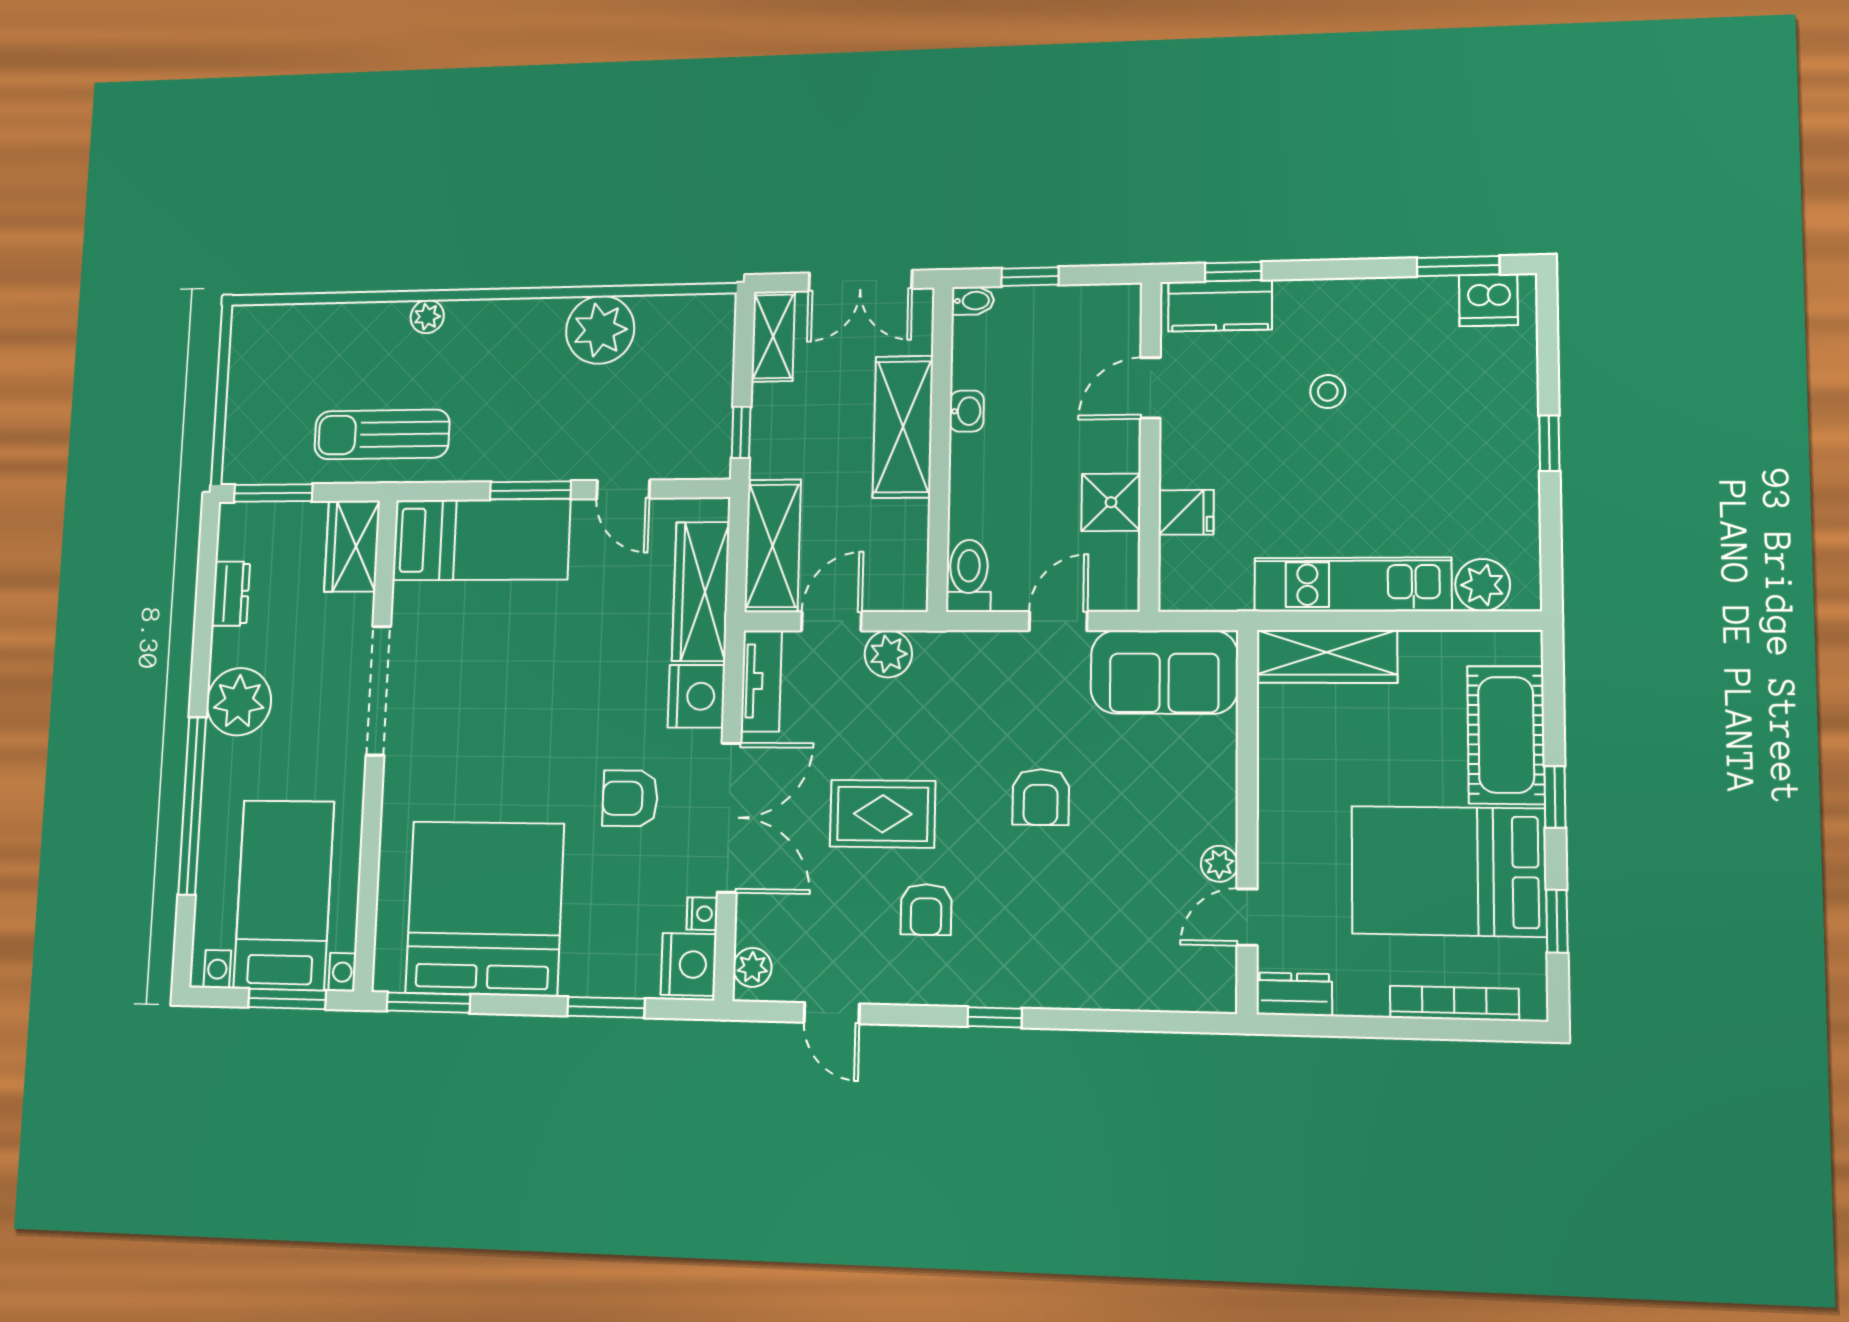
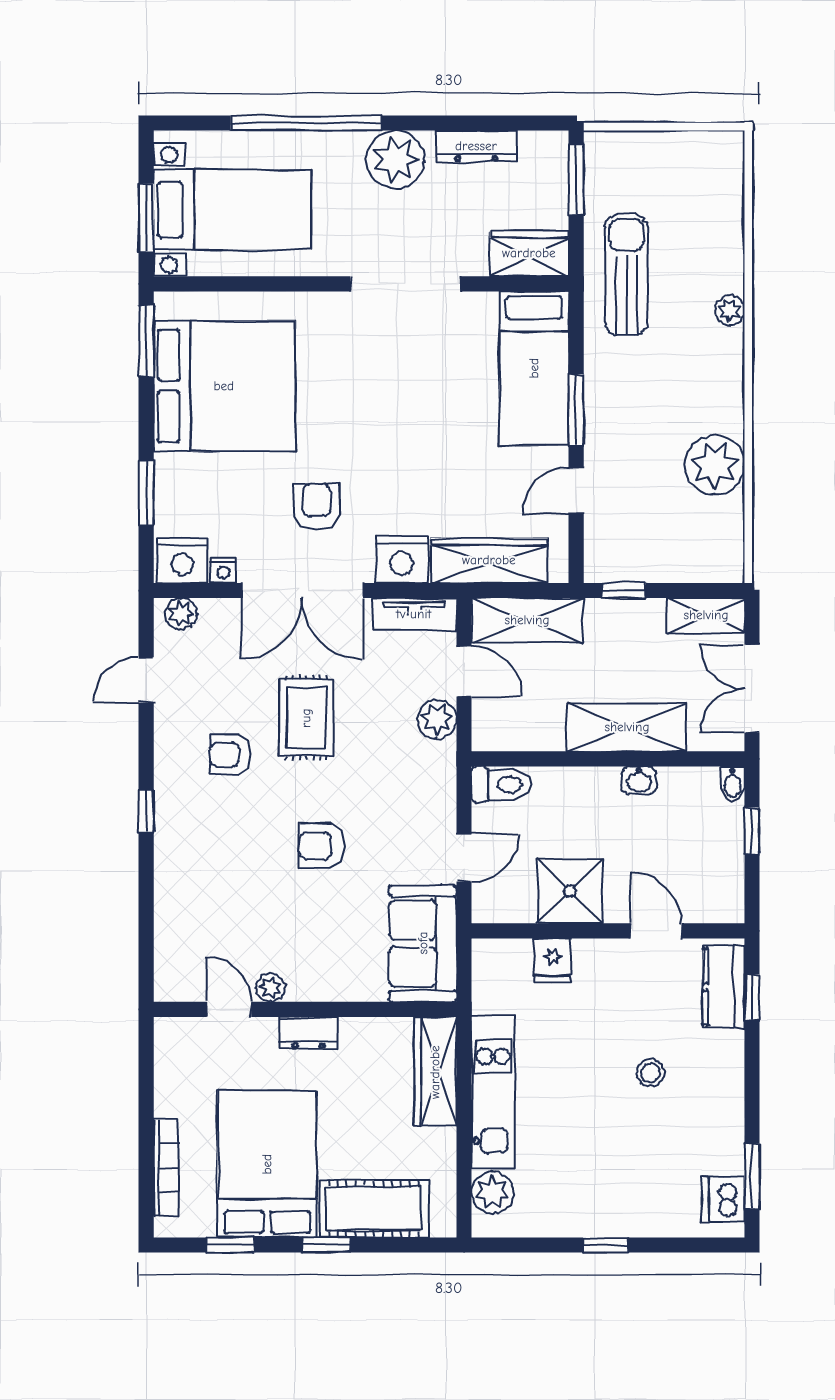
shower: (1111, 502) -> (570, 891), width x1.36, depth x1.36
dresser: (231, 594) -> (476, 146), width x1.44
door: (1058, 621) -> (464, 858), hinge flipped
dresser: (1294, 994) -> (309, 1033), moved, turned 90

